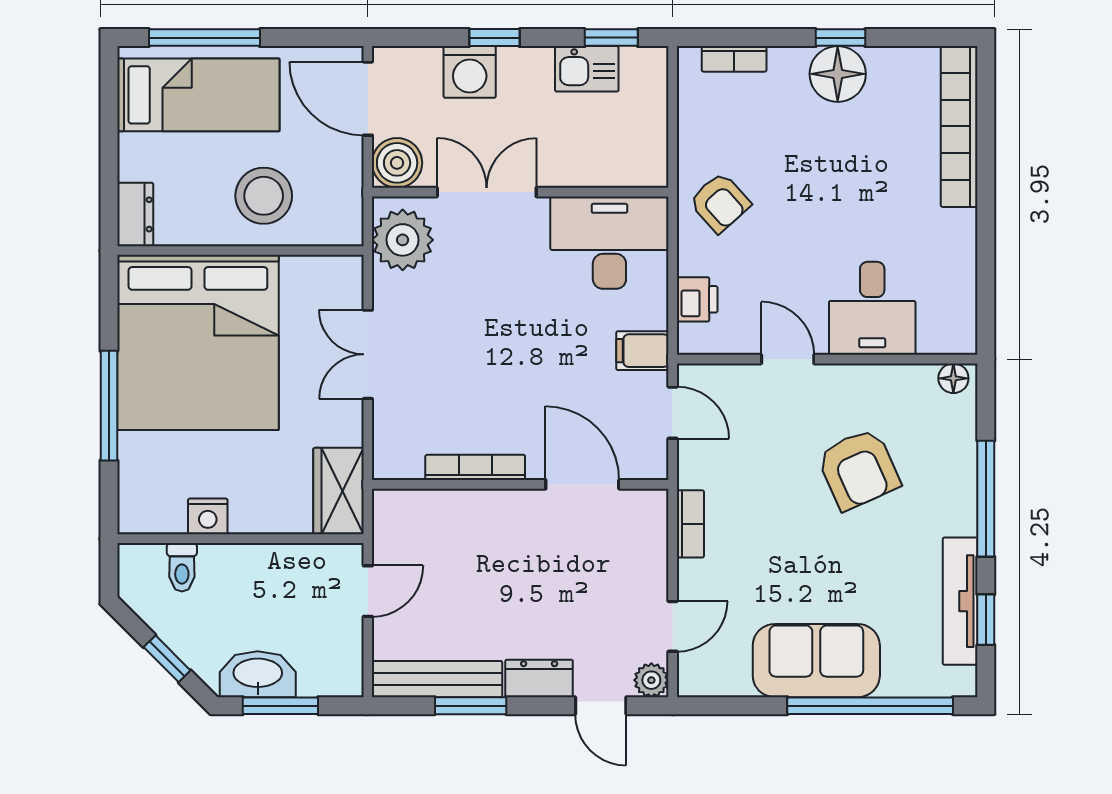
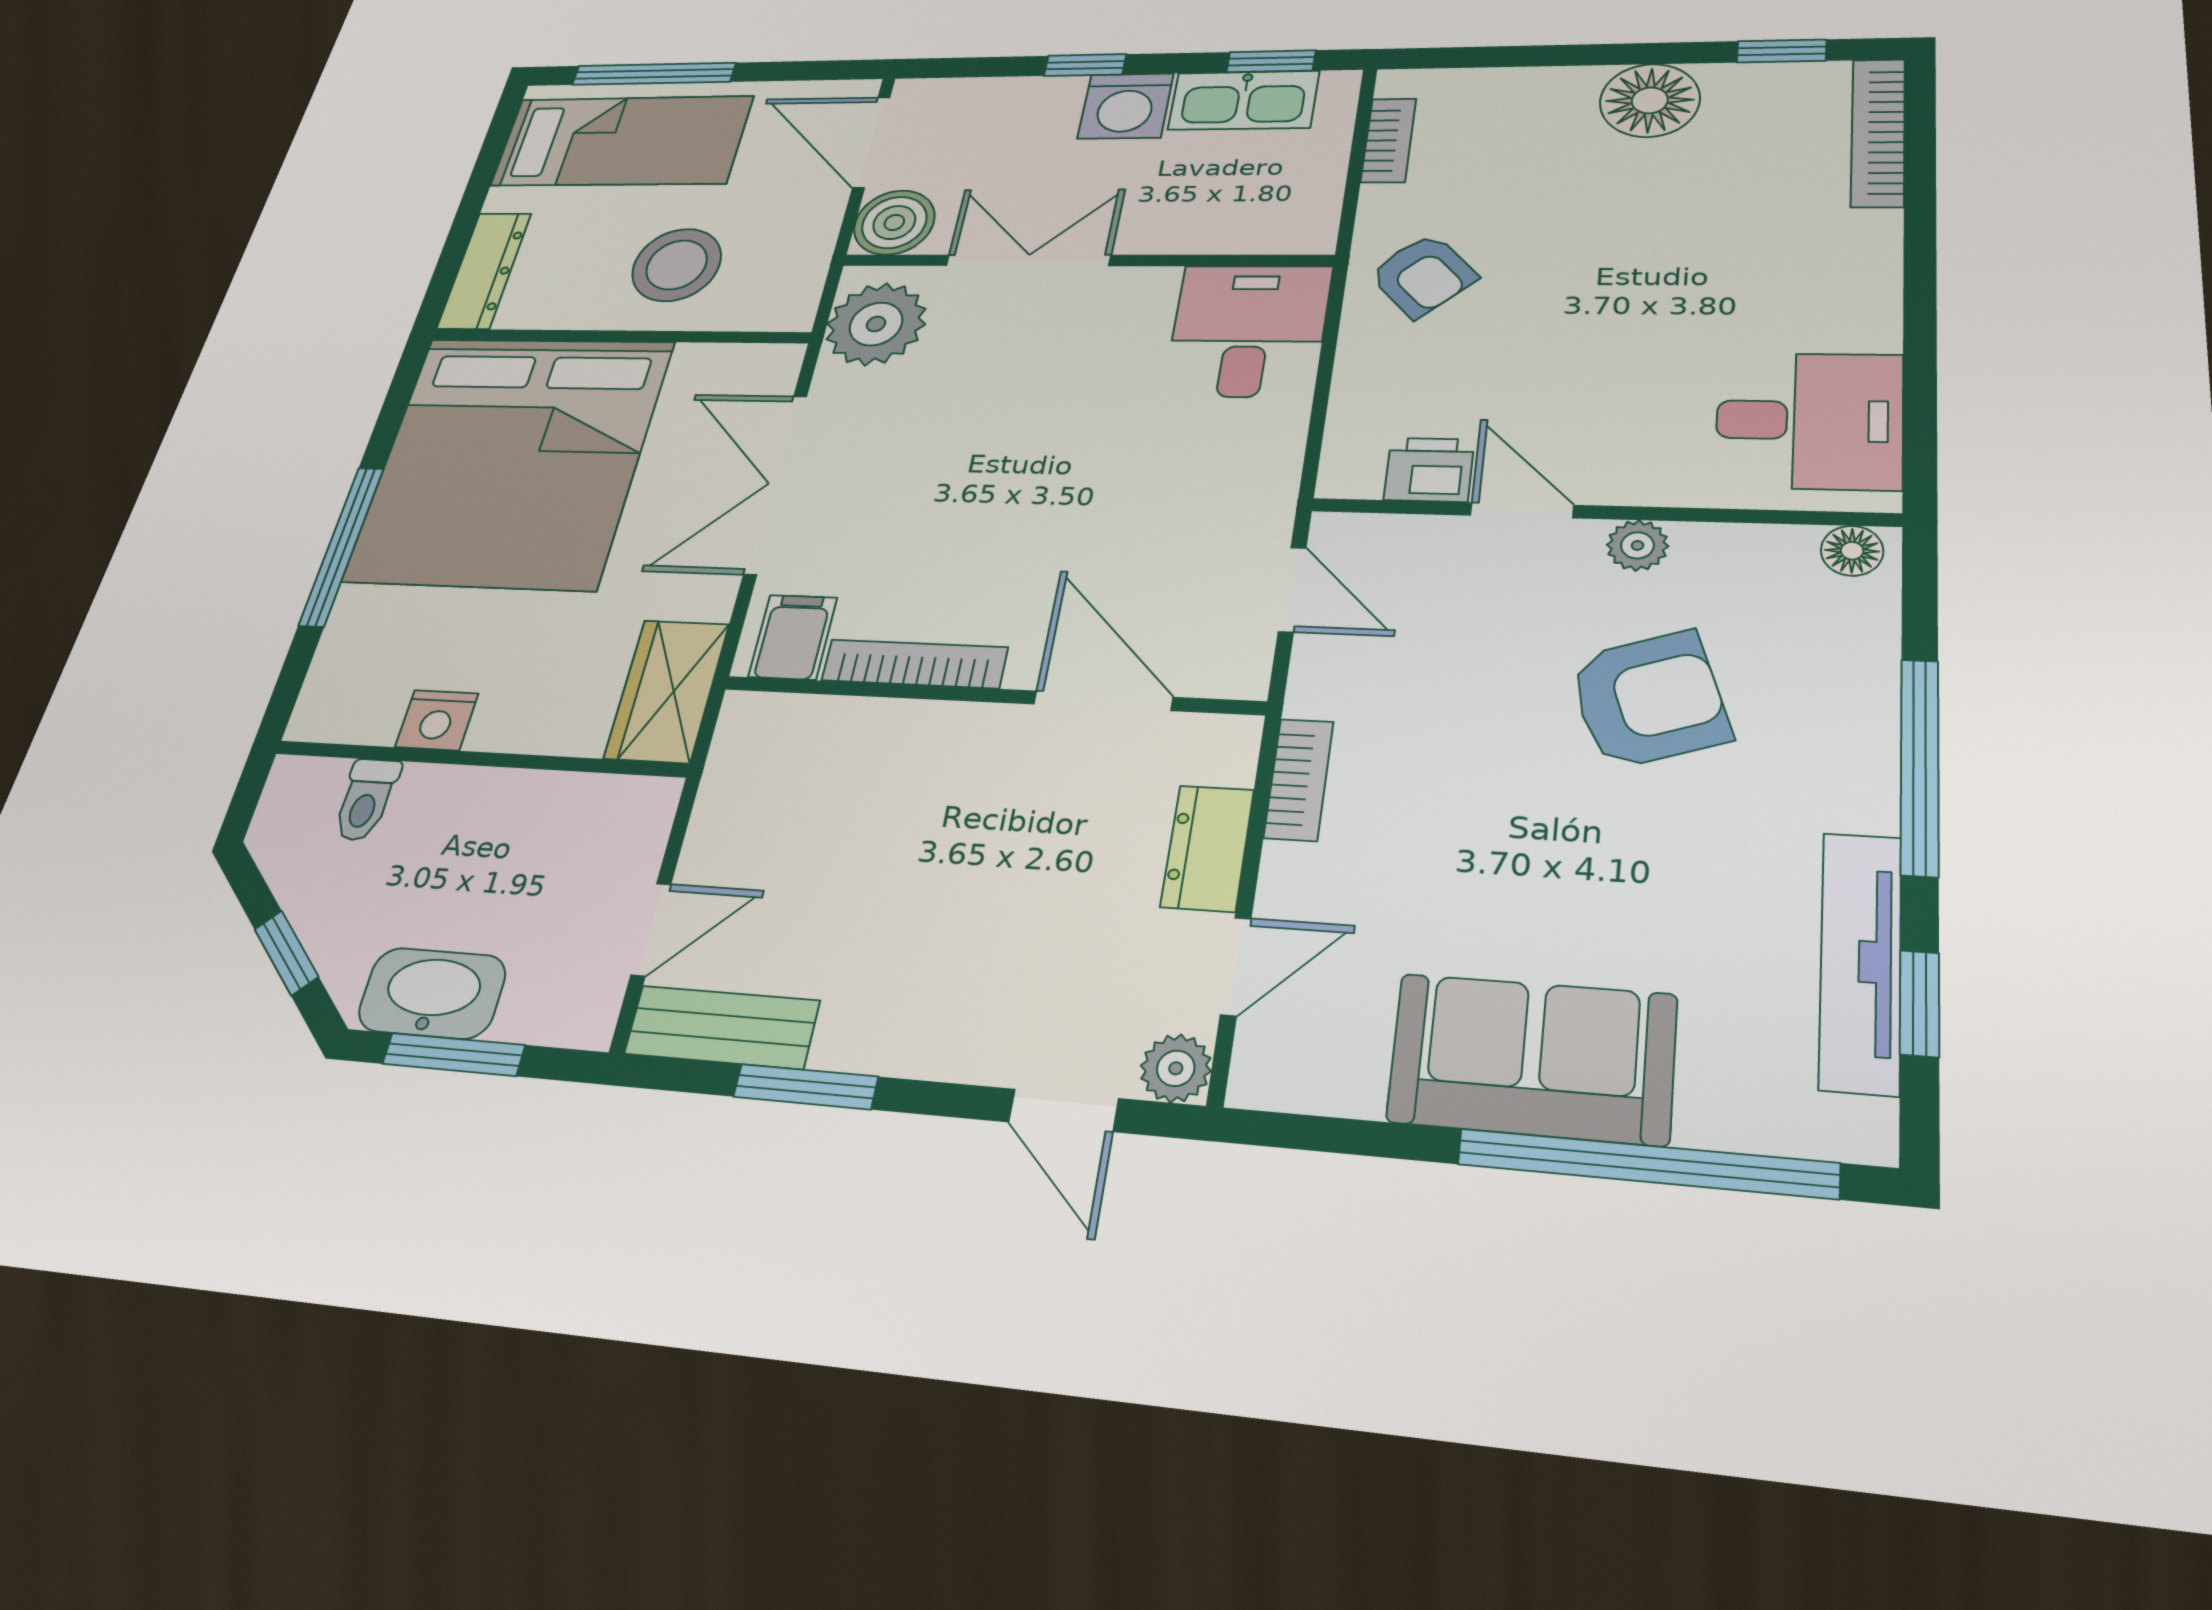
window: (840, 38) -> (1782, 51), moved
bookcase: (734, 59) -> (1389, 140), moved, turned -90
kitchen sink: (587, 69) -> (1244, 100), width x1.38
washing machine: (470, 72) -> (1126, 106), moved
bookcase: (959, 126) -> (1878, 132), width x0.68, depth x0.76
dresser: (135, 214) -> (484, 271), width x1.44
desk: (609, 243) -> (1248, 331), width x0.73
printer: (697, 299) -> (1429, 470), moved, turned -90
desk: (872, 308) -> (1809, 420), moved, turned -90
filing cabinet: (642, 351) -> (793, 637), moved, turned 90
double door: (368, 354) -> (776, 484), width x1.37
plant: (848, 379) -> (1637, 545), added
armchair: (859, 469) -> (1649, 700), turned -85
door: (368, 591) -> (651, 929), moved
dresser: (539, 678) -> (1207, 848), moved, turned -90
bench: (437, 679) -> (722, 1027), width x0.73

